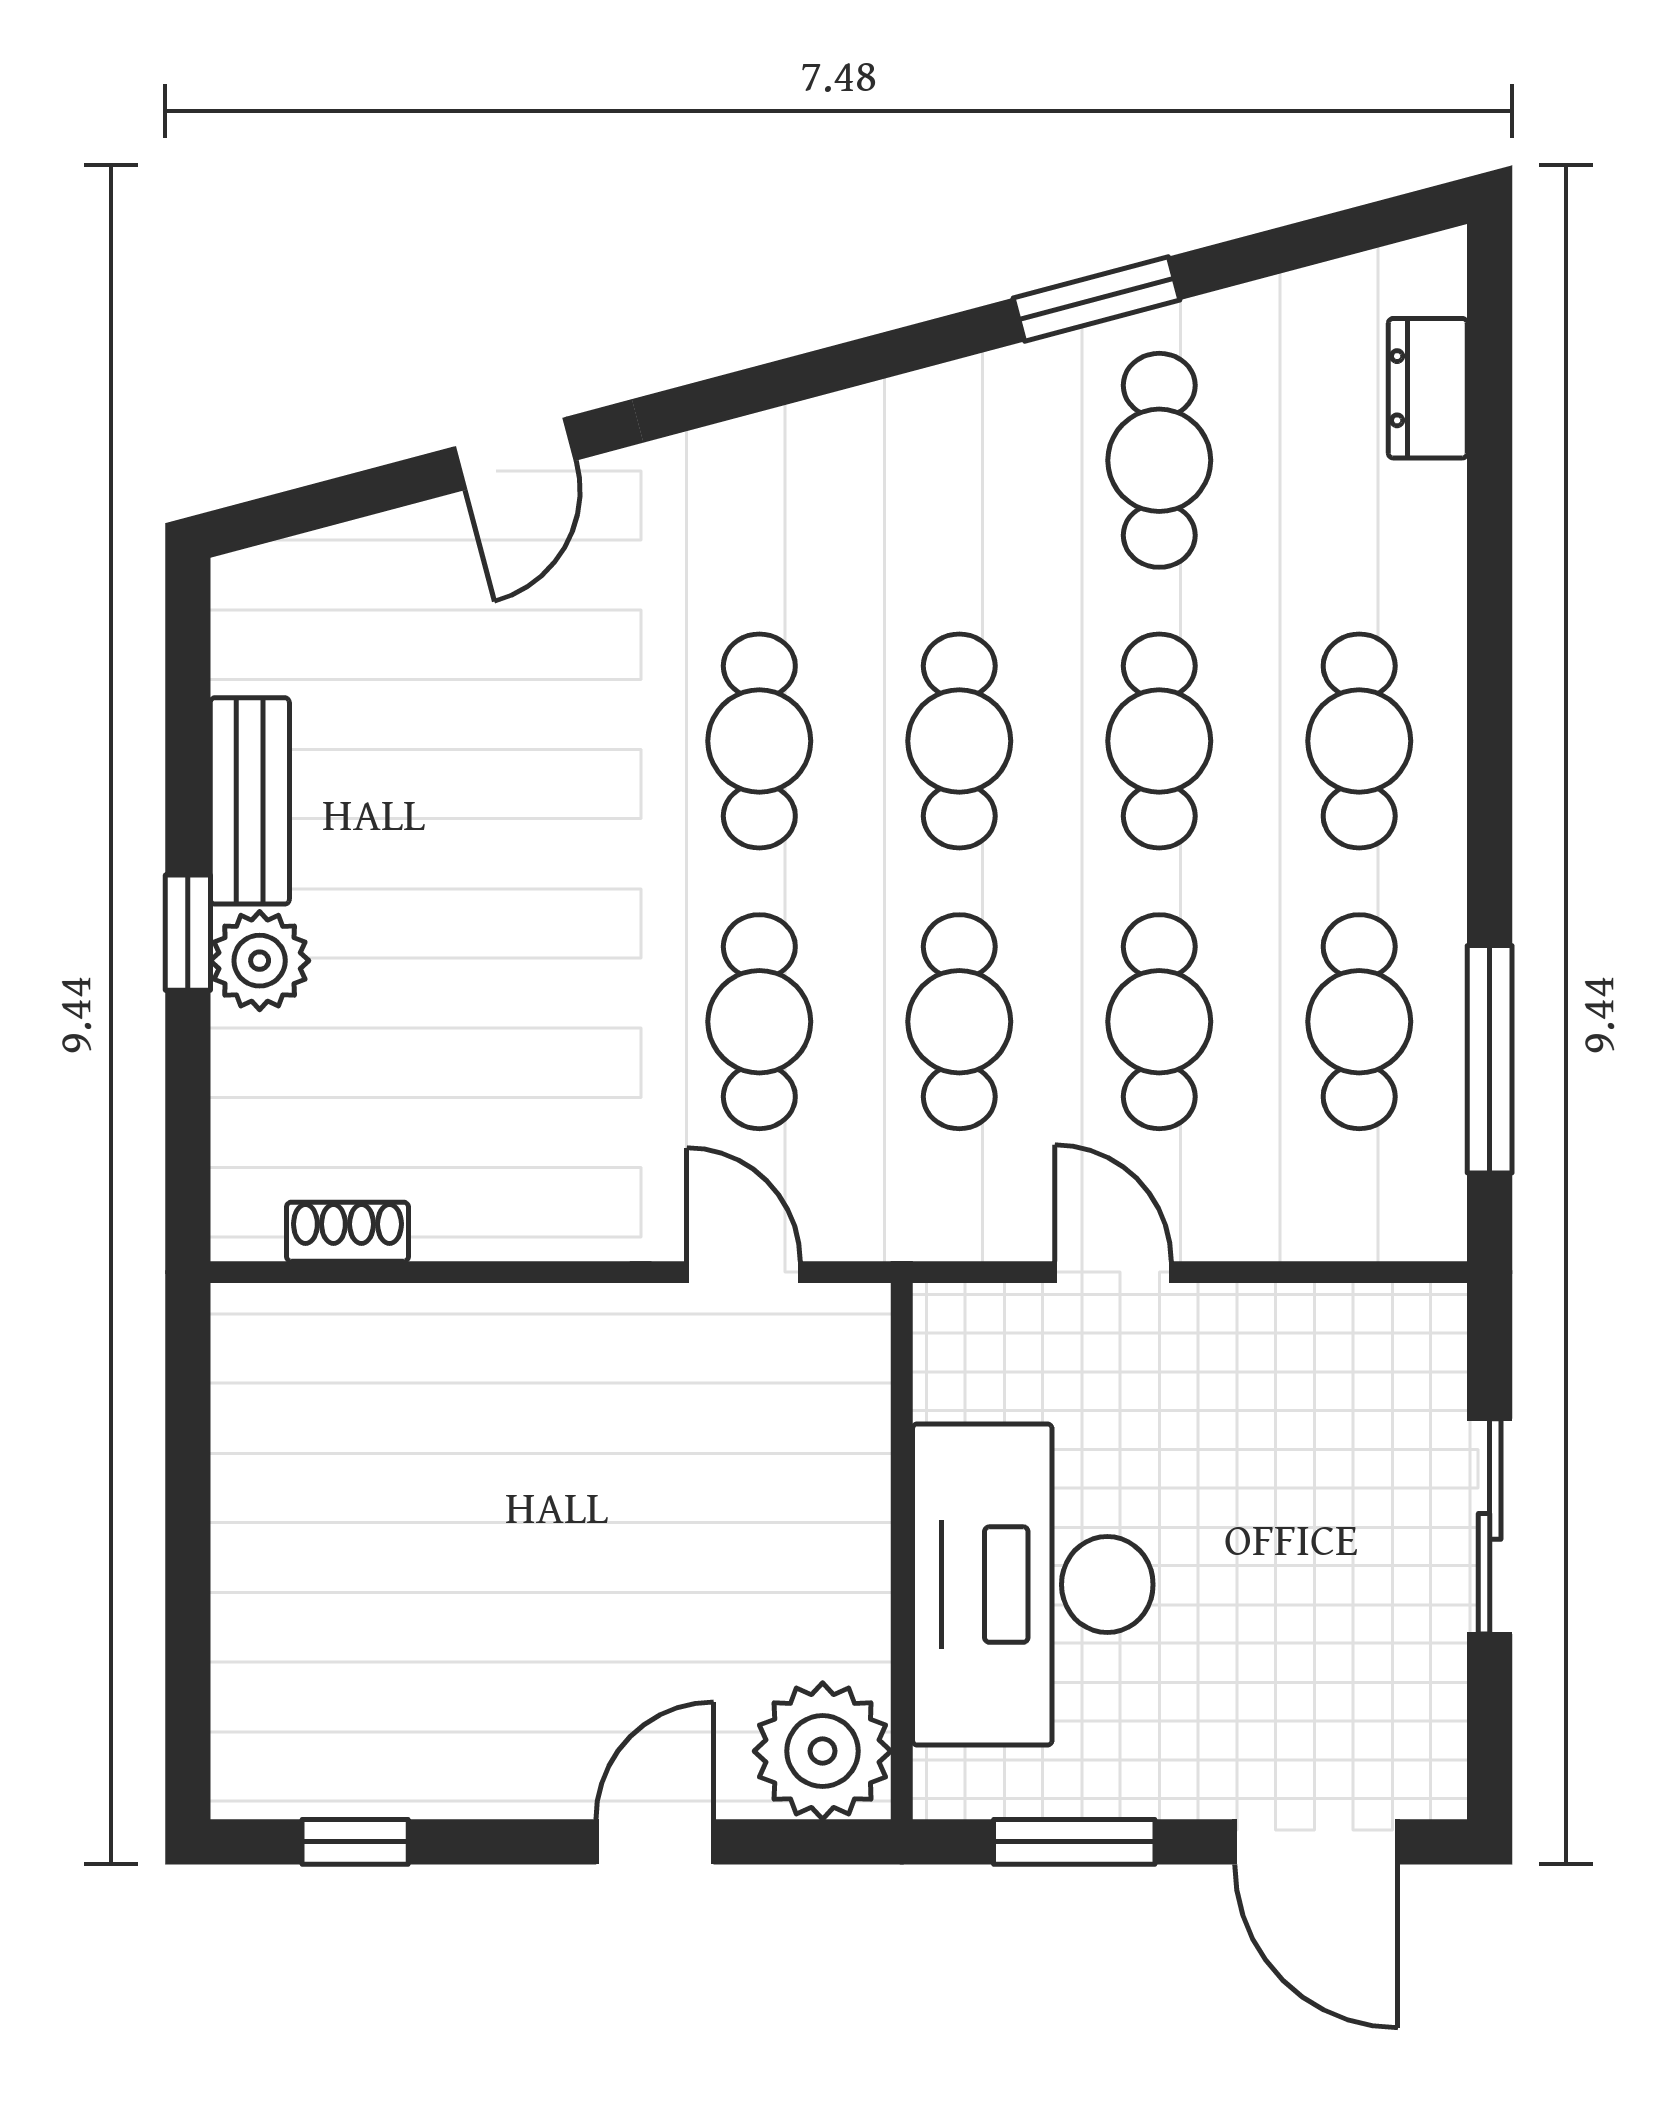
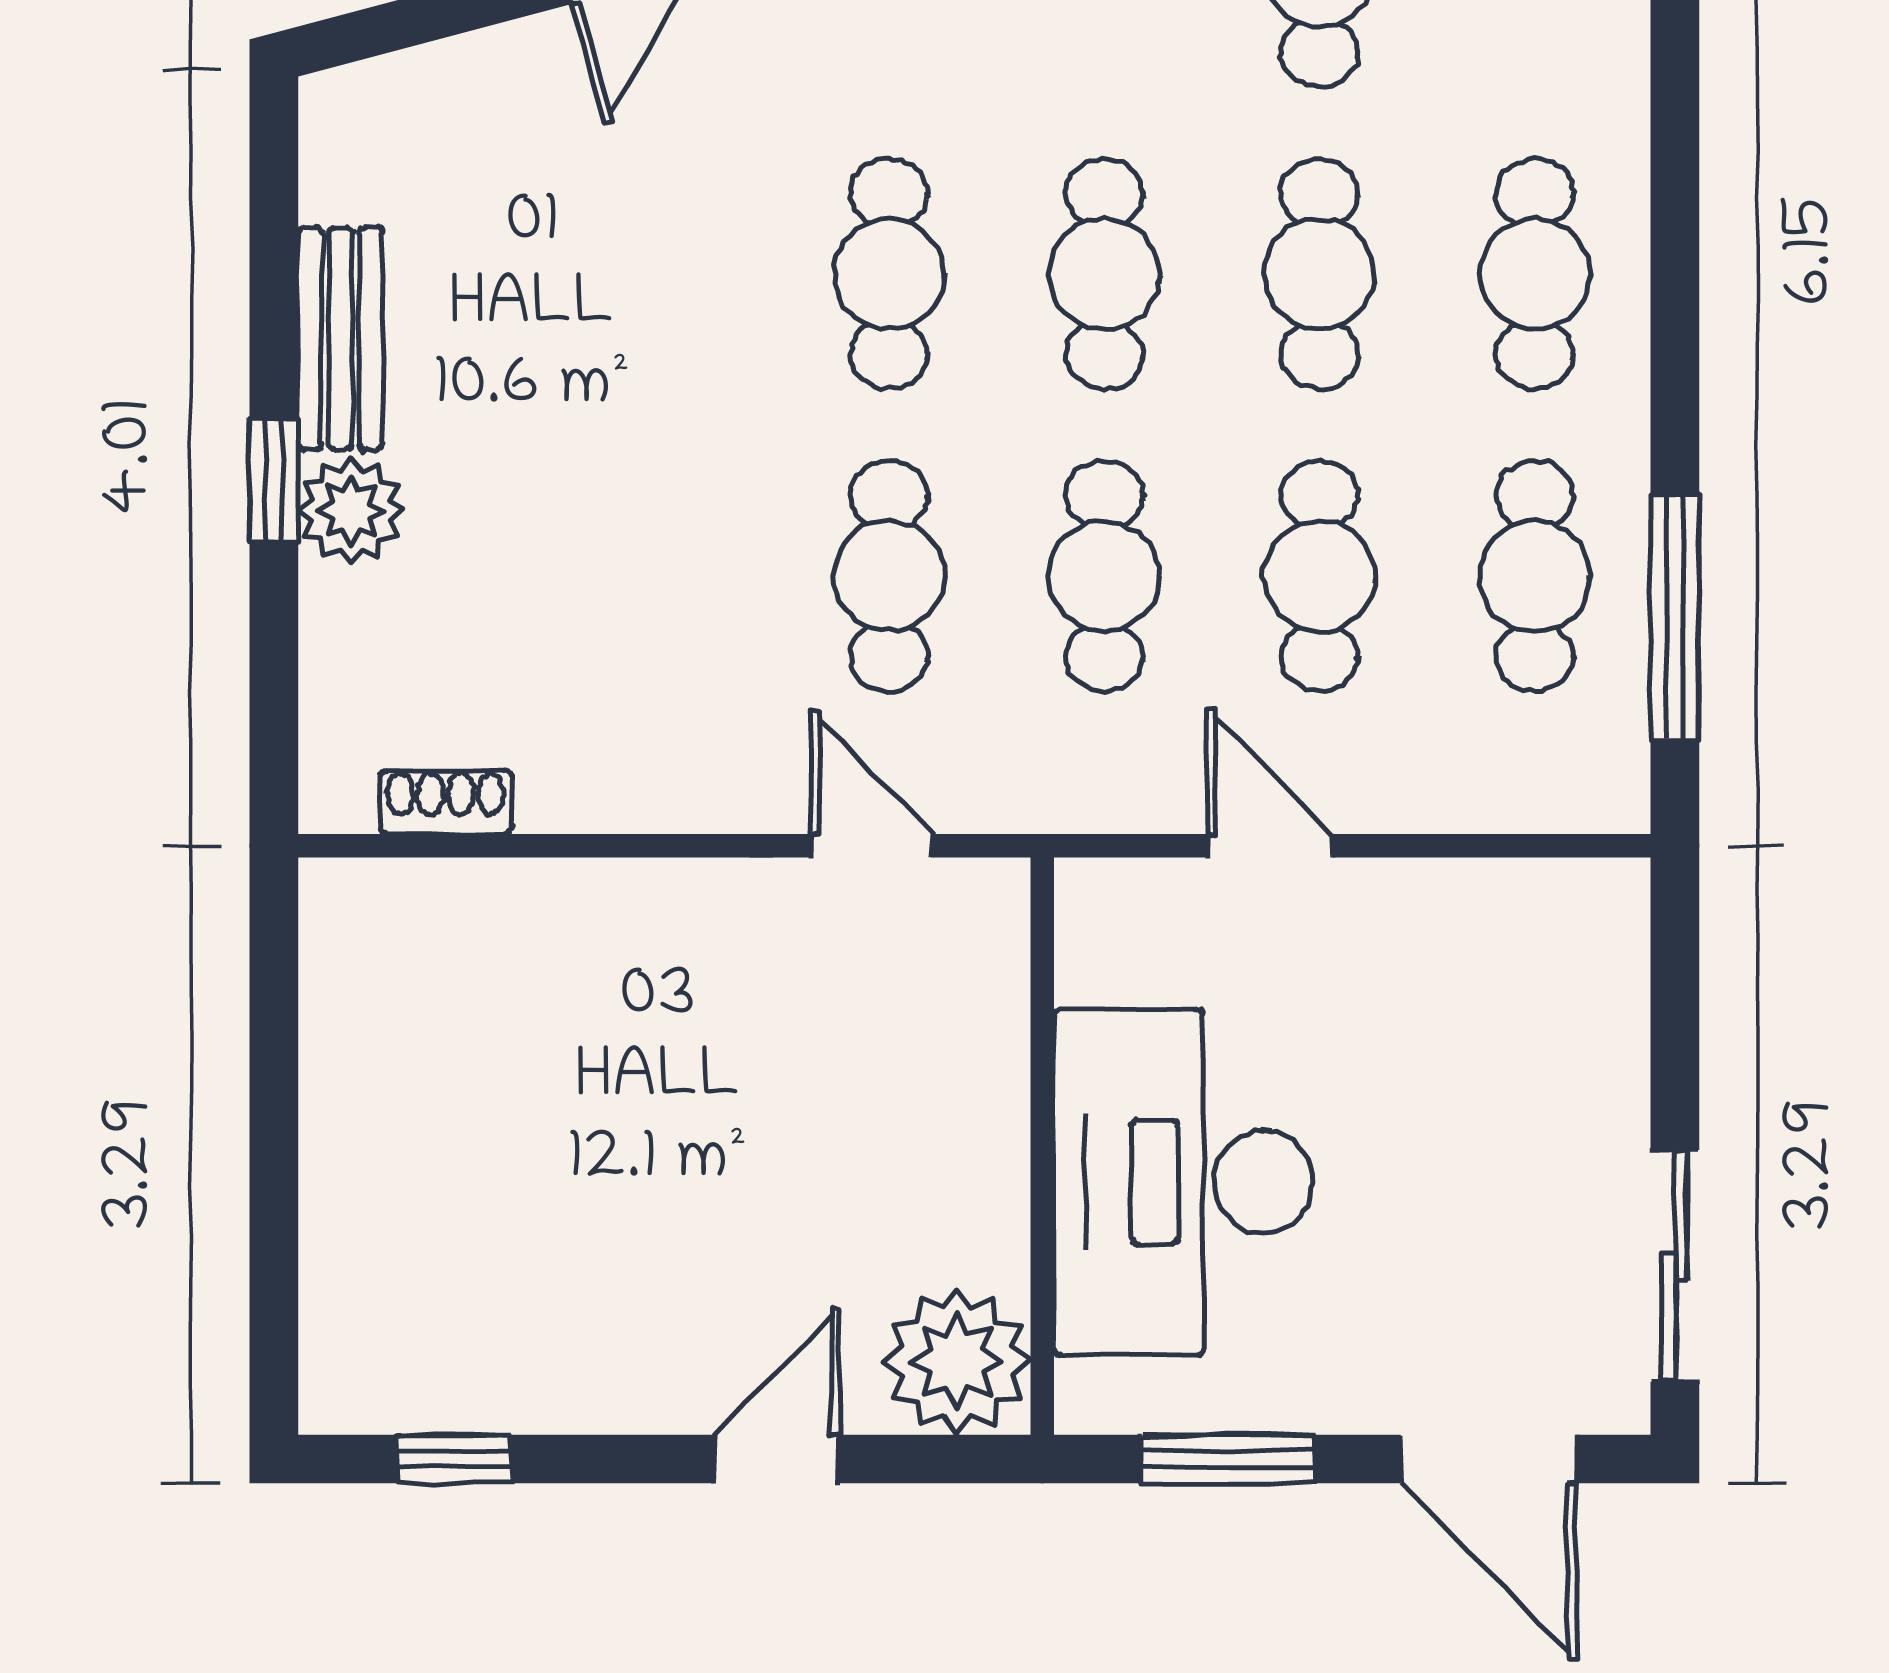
sliding door: (1490, 1526) -> (1675, 1266), moved

